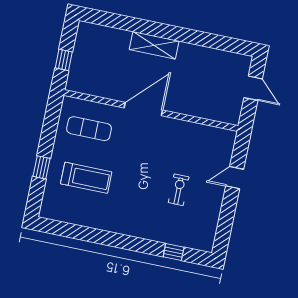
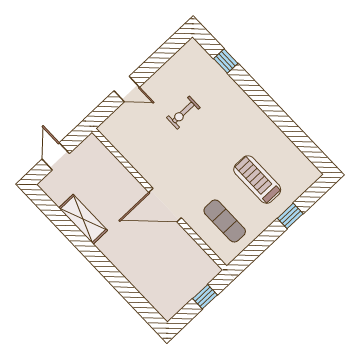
shelving: (154, 45) -> (83, 219), moved

